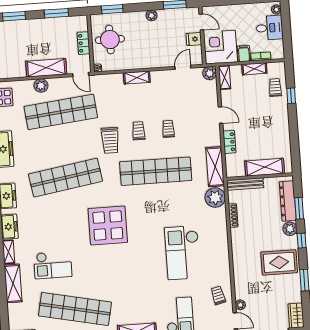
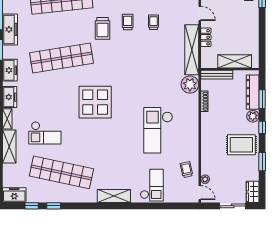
shelving: (215, 167) -> (192, 50), width x1.47
shop shelf: (156, 171) -> (140, 58), removed

